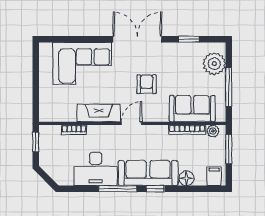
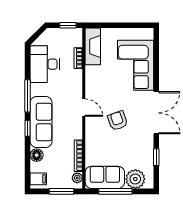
armchair: (146, 84) -> (118, 121), turned -109
sofa: (192, 109) -> (105, 177), moved, turned -90
fireplace: (99, 113) -> (93, 46), moved
desk: (96, 169) -> (45, 64), moved

